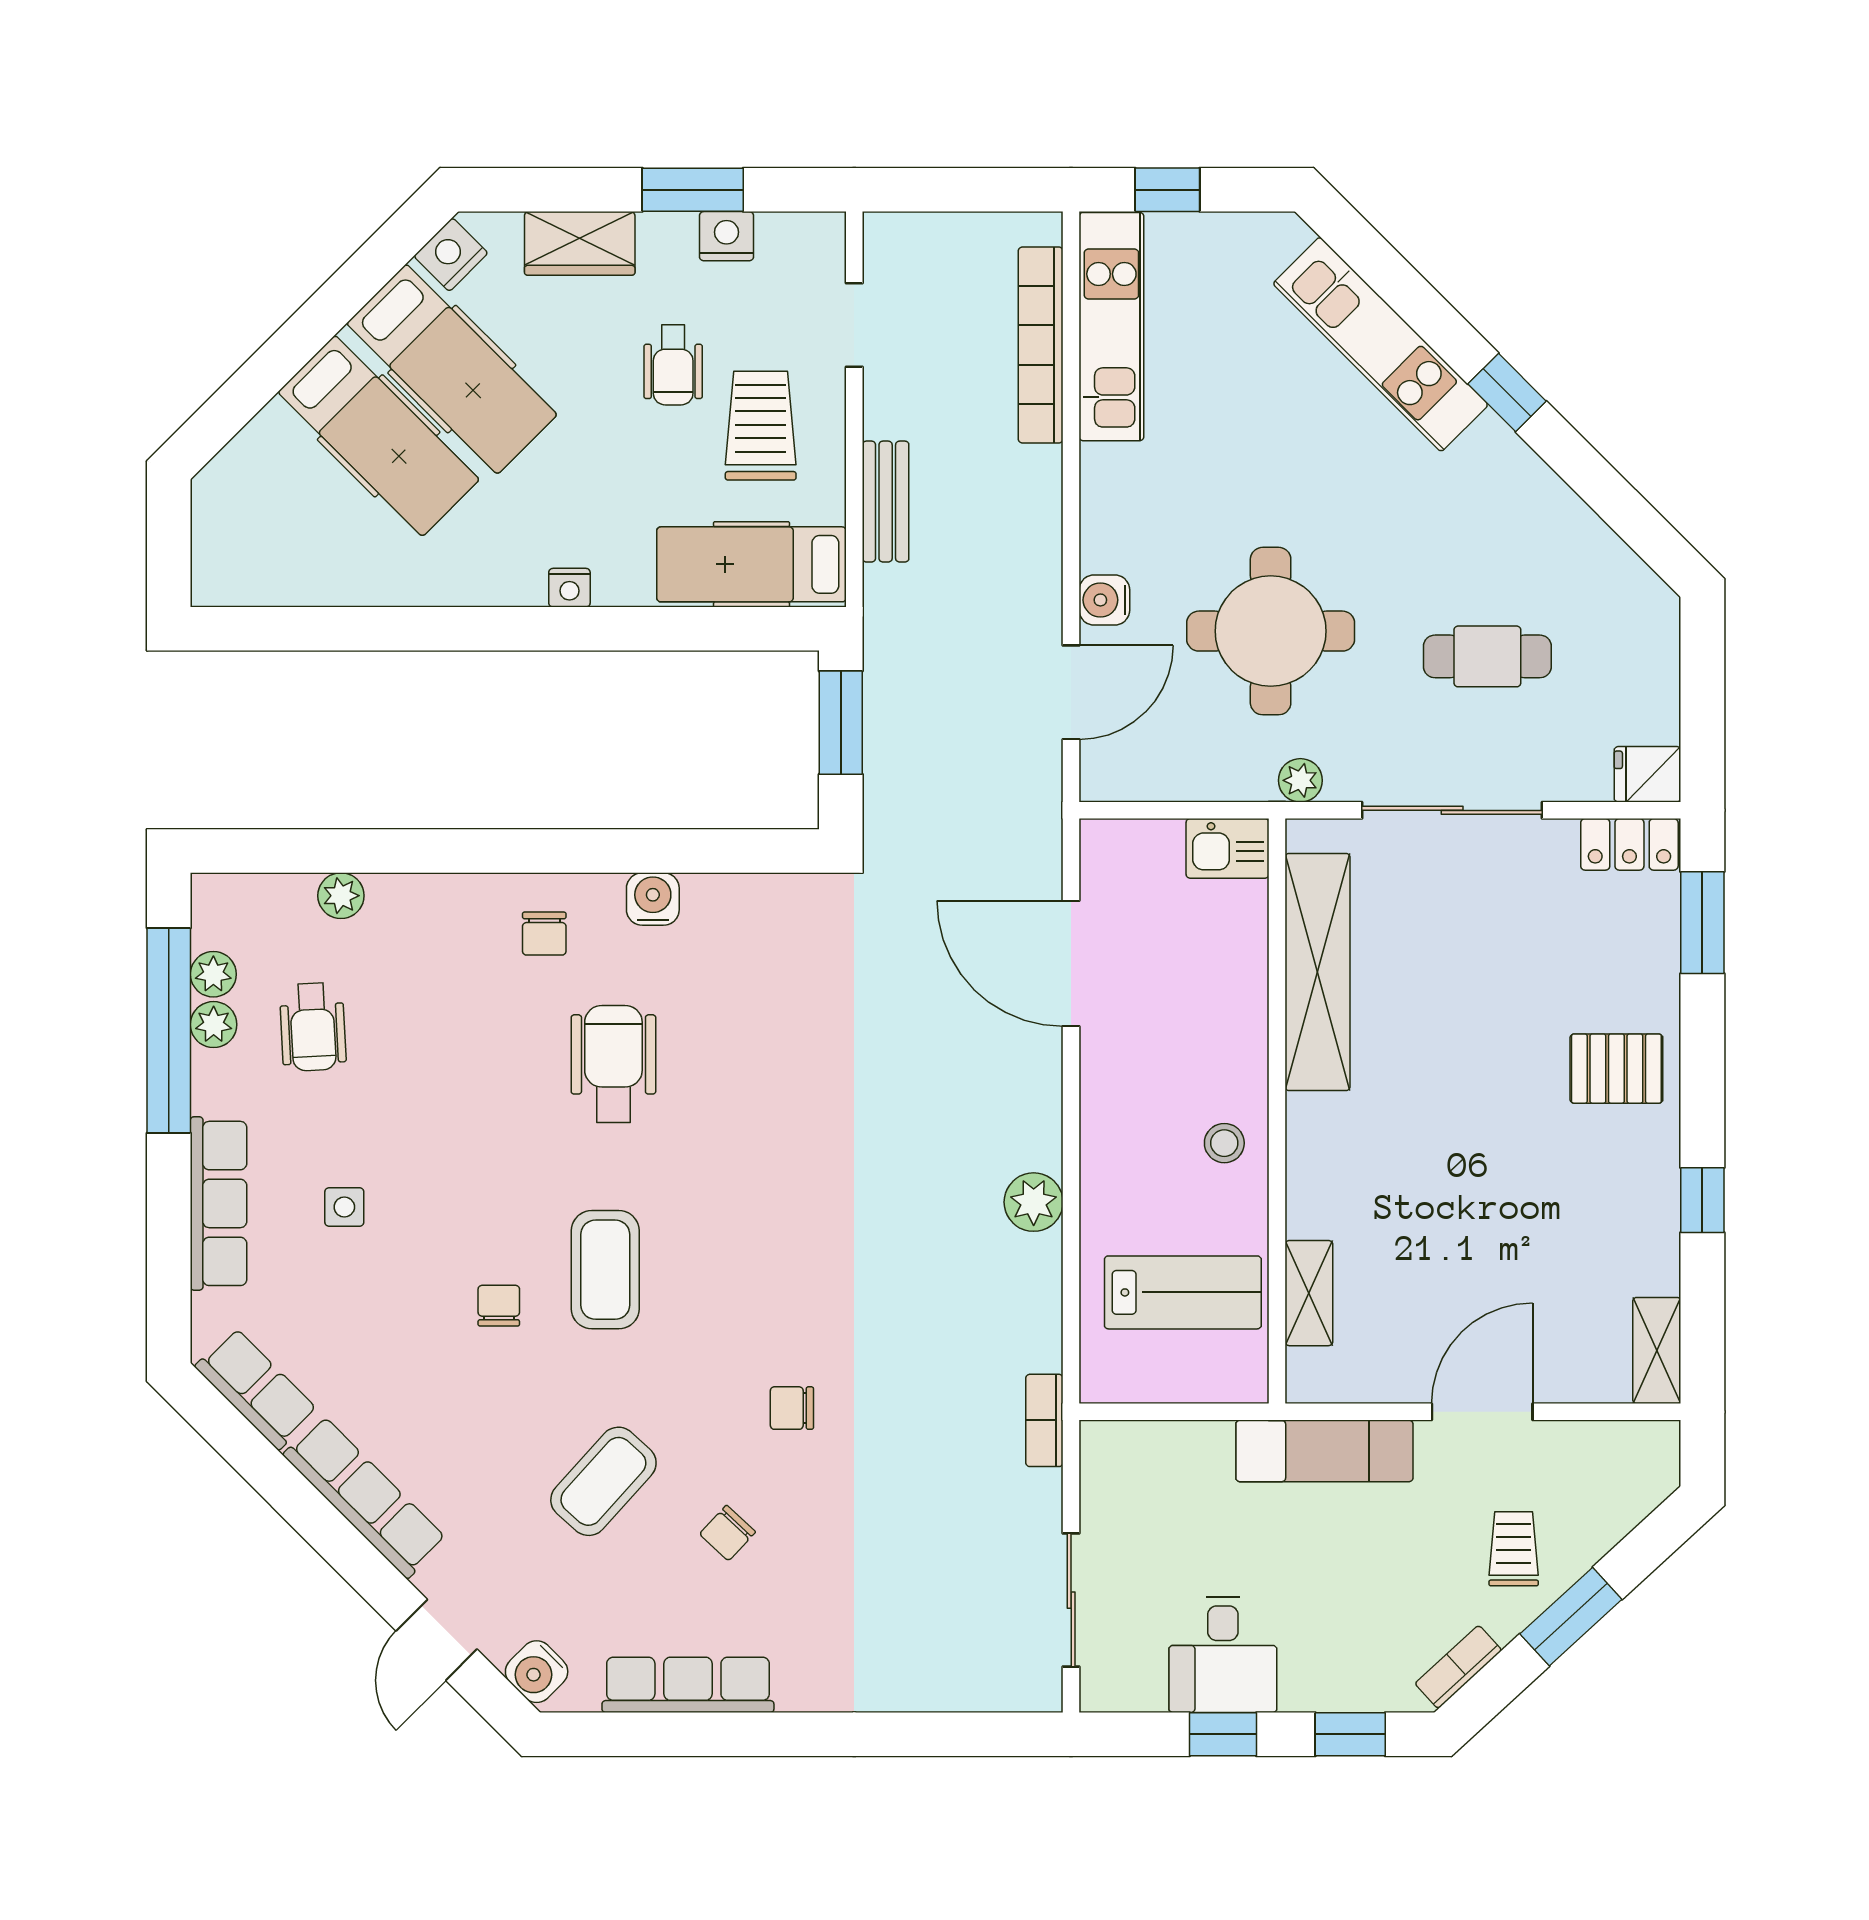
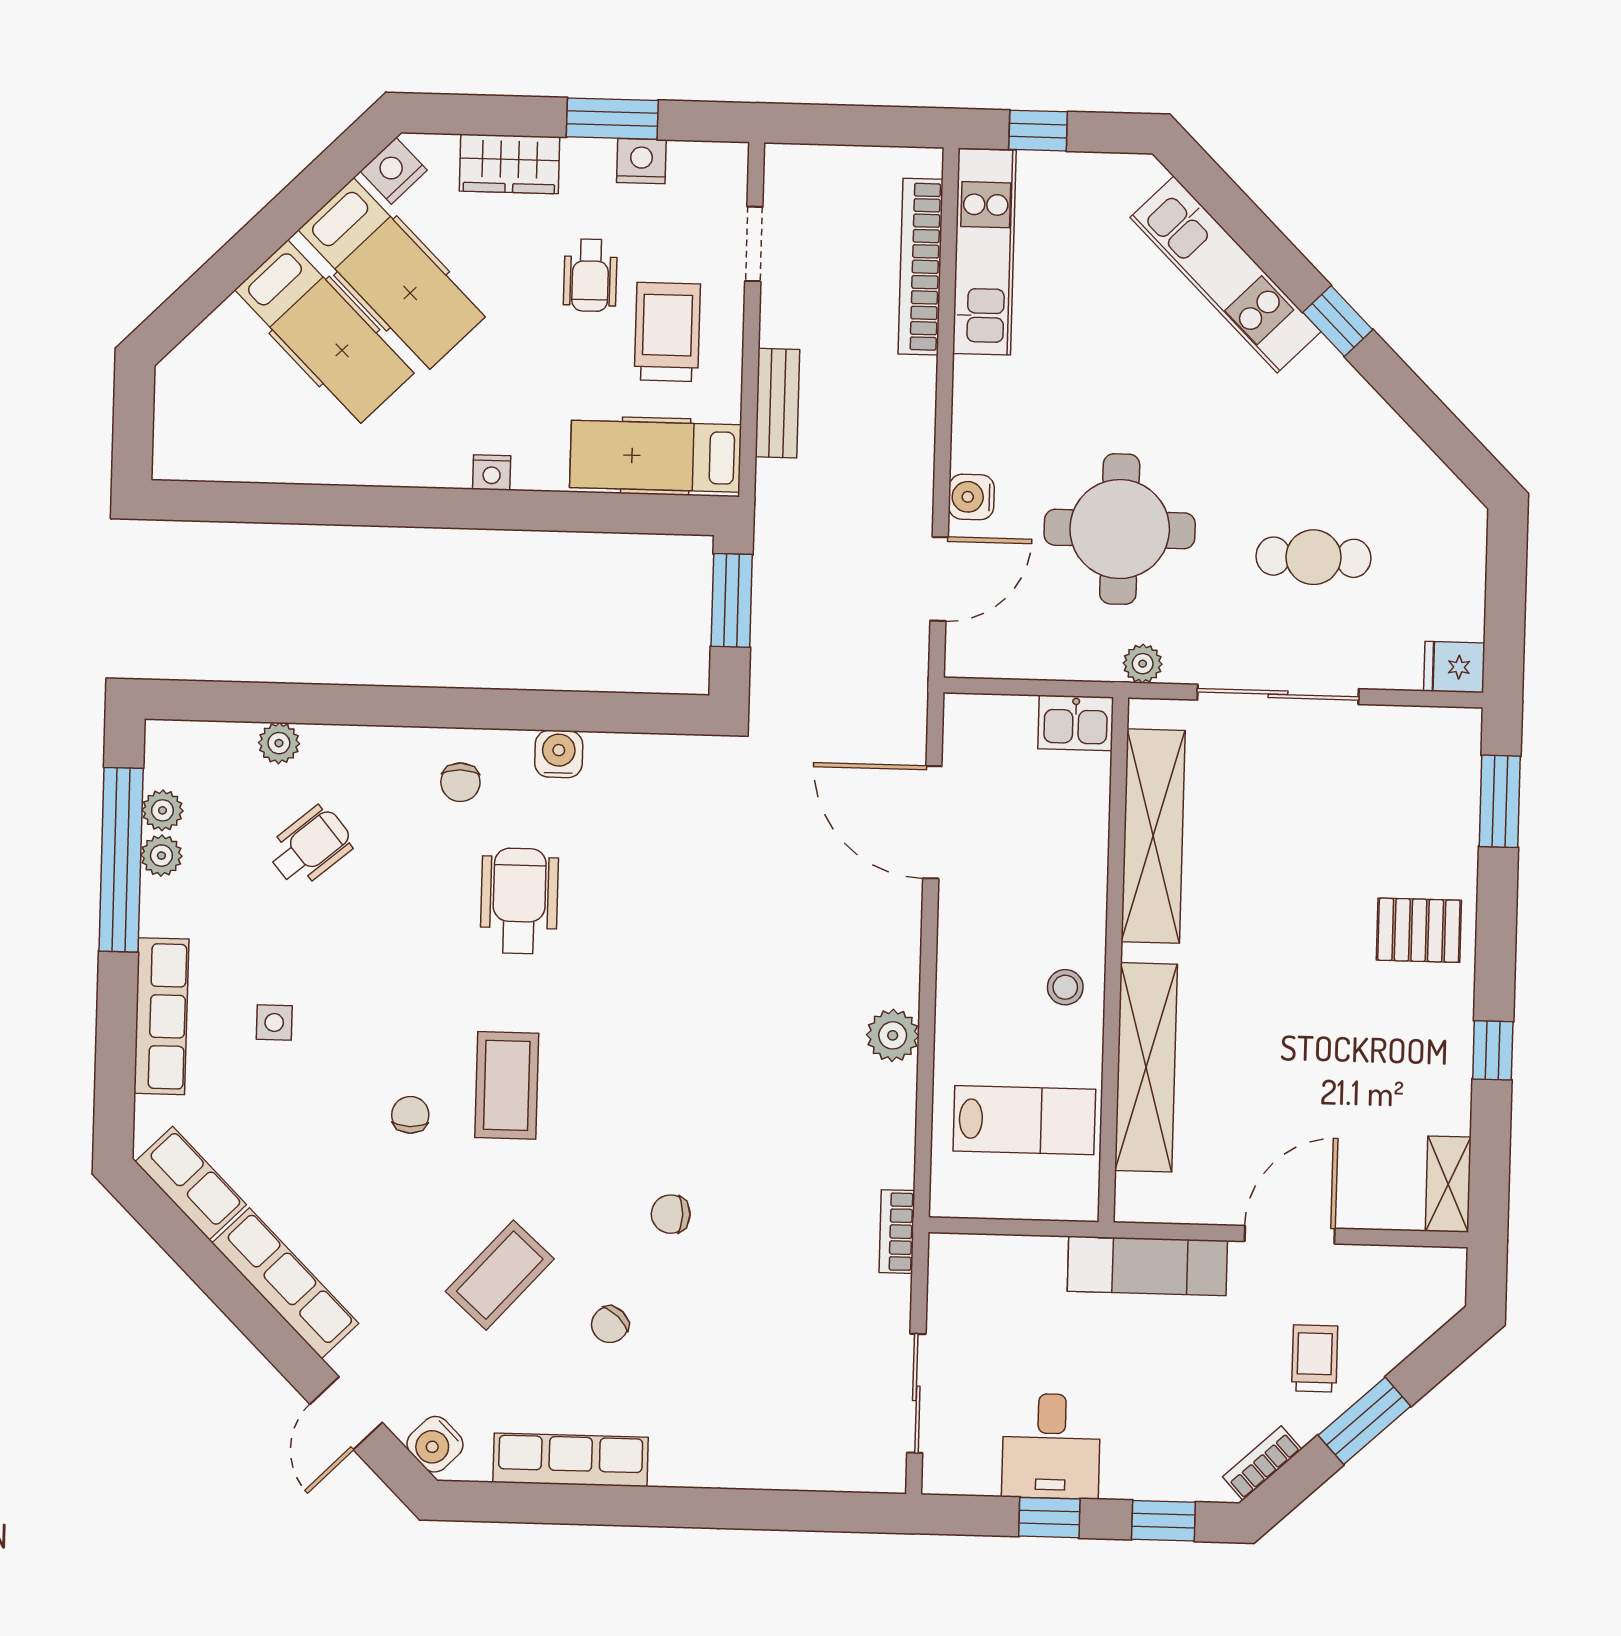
locker: (1629, 844) -> (1436, 729), removed
wheelchair: (313, 1027) -> (310, 846), moved, turned -127
shelving: (1309, 1293) -> (1146, 1067), width x2.20, depth x1.33

